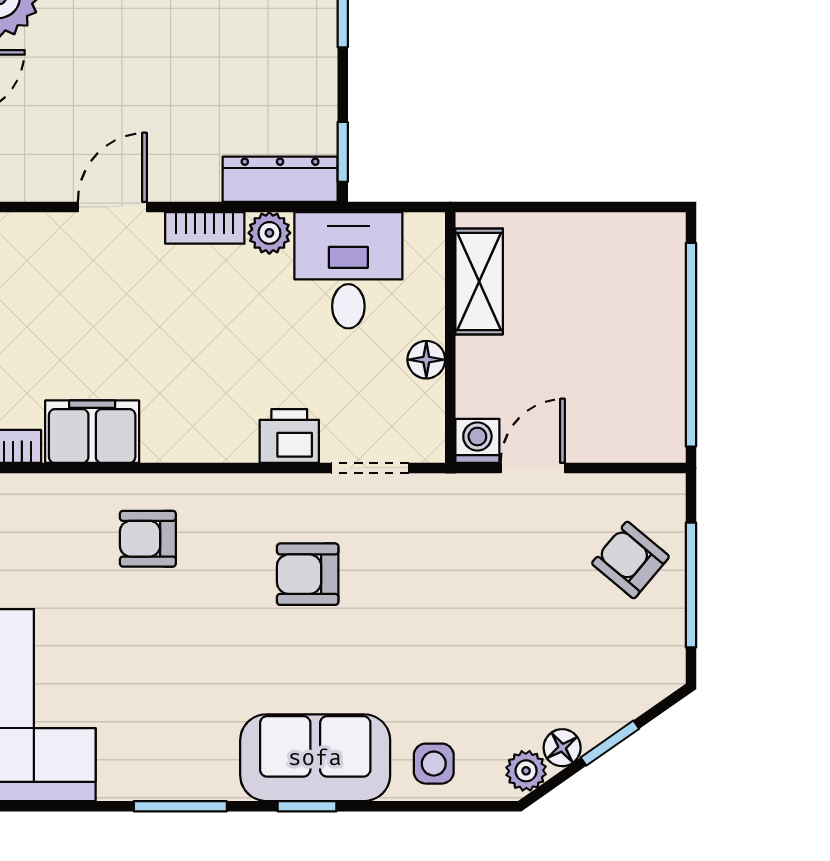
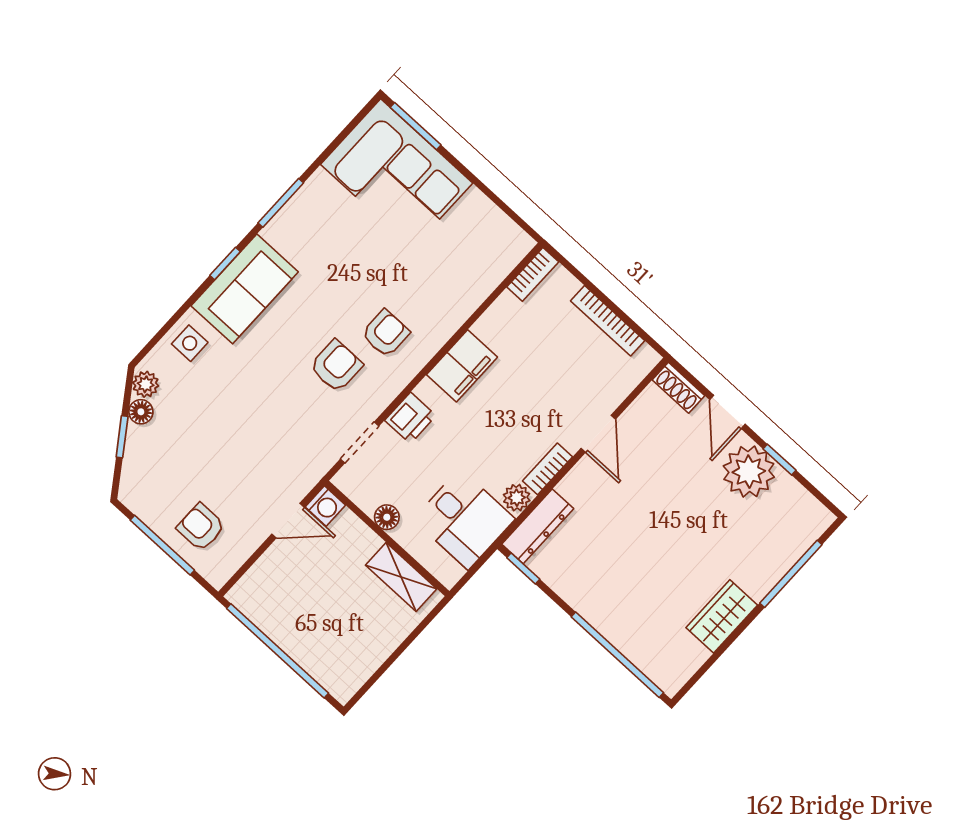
filing cabinet: (92, 432) -> (462, 366), moved
door: (533, 468) -> (288, 521), hinge flipped
armchair: (148, 539) -> (386, 333), moved
armchair: (630, 560) -> (201, 527), turned -130

